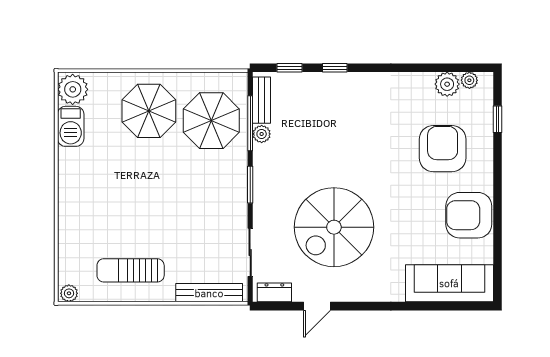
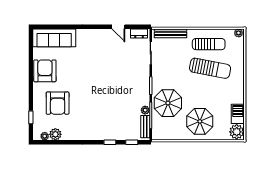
parasol: (211, 121) -> (168, 103), moved
armchair: (469, 215) -> (45, 71), turned -90
sun lounger: (128, 220) -> (210, 68), added
spiral stairs: (334, 227) -> (110, 65), removed
door: (317, 306) -> (118, 27), swing flipped

